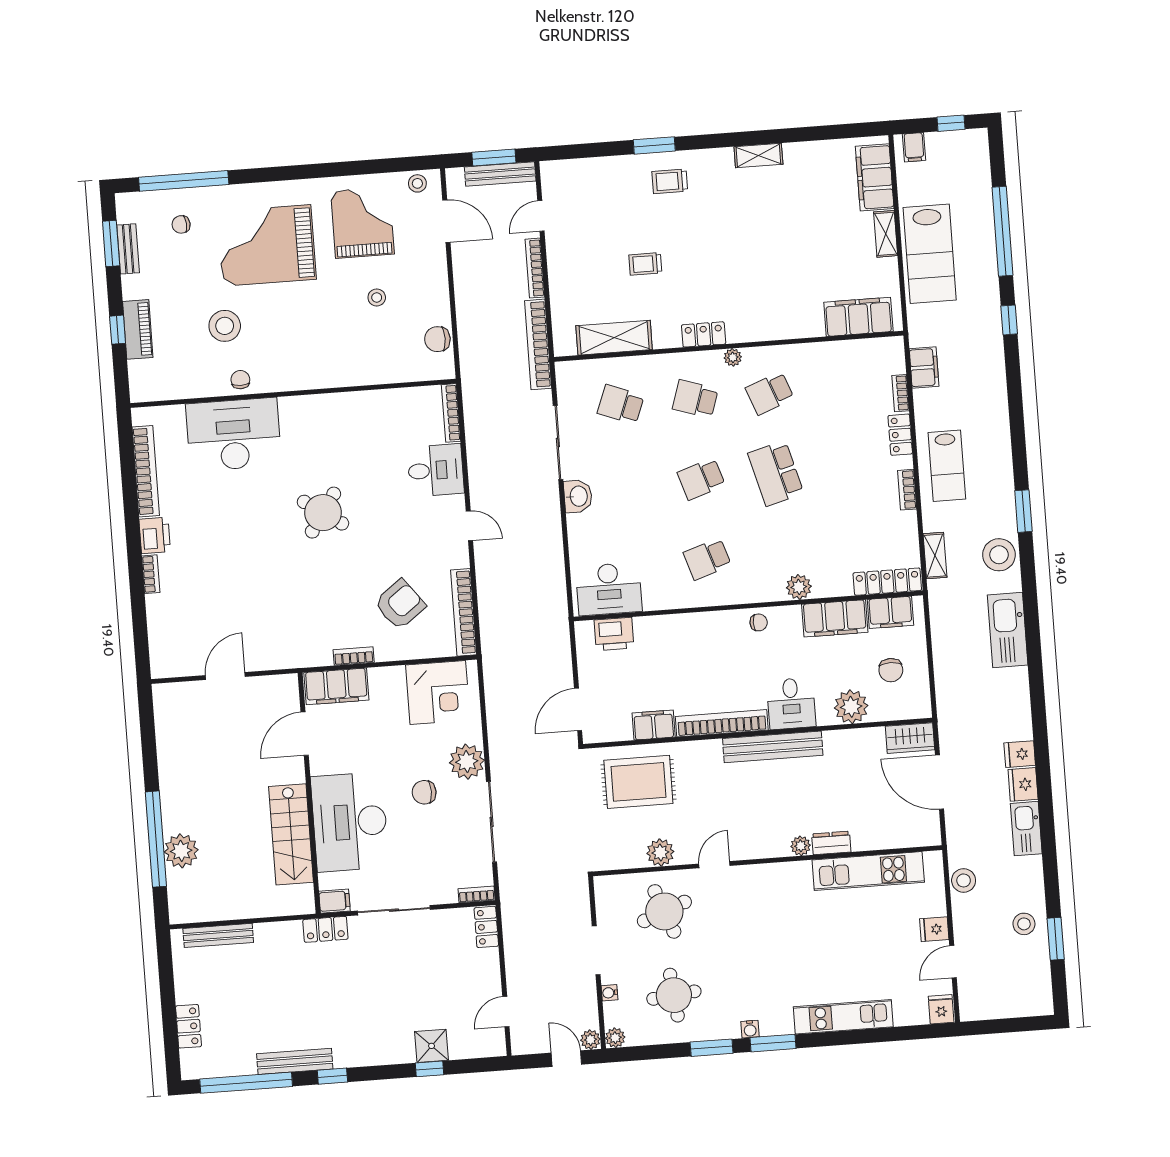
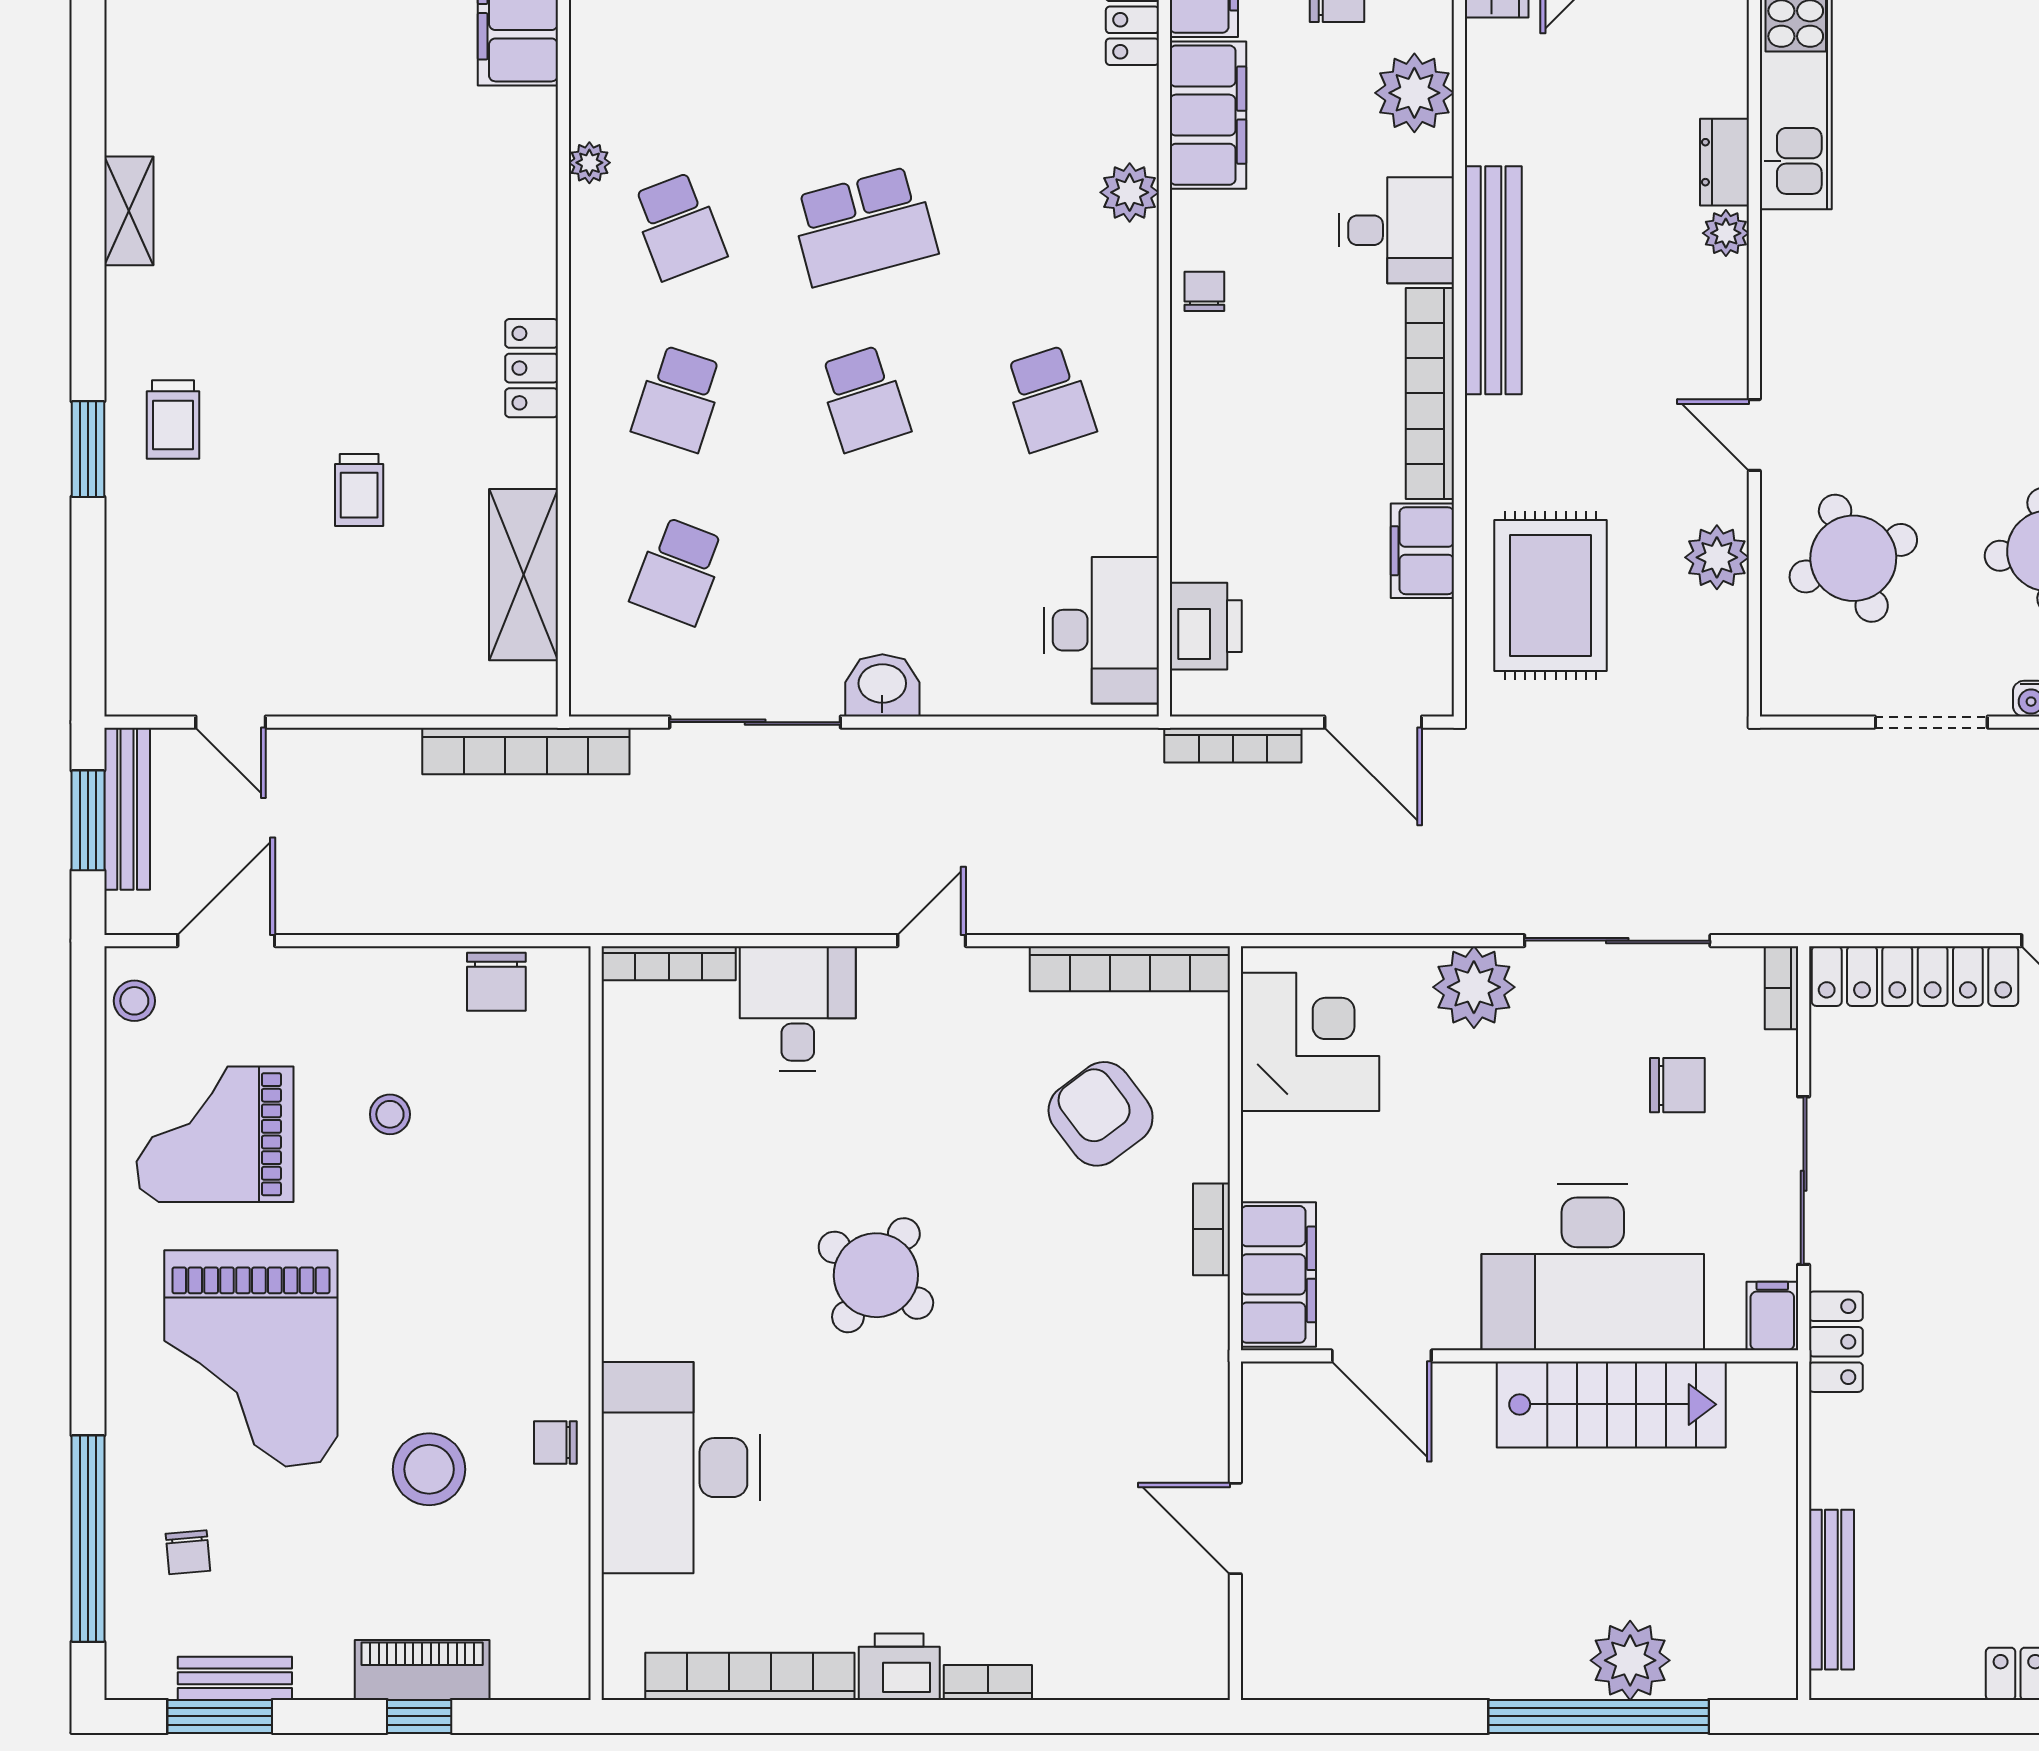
bookcase: (535, 268) -> (1233, 745), moved
plant: (733, 357) -> (589, 163), moved
chair: (424, 792) -> (1677, 1085), moved, turned -90
locker: (486, 927) -> (1915, 976), width x2.16, depth x1.21

